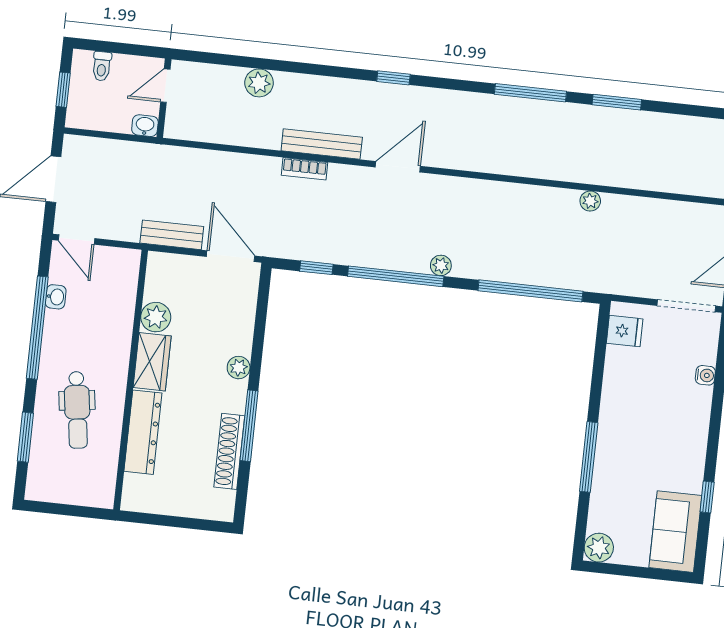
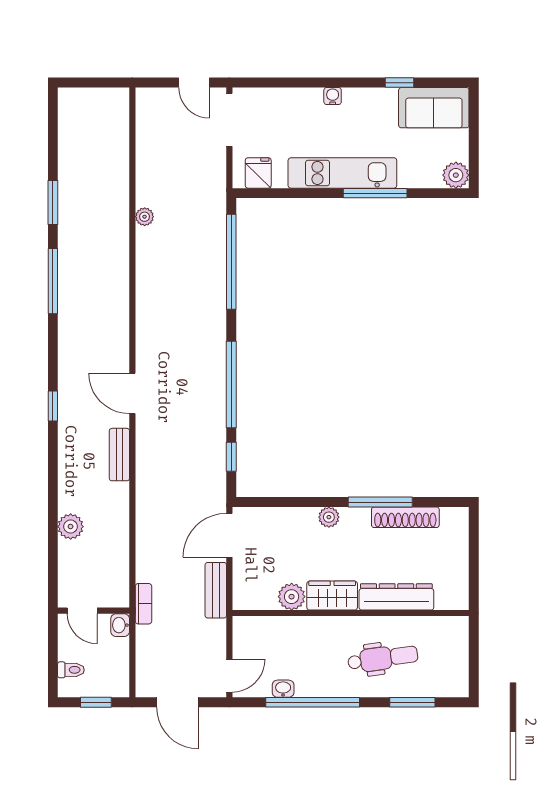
bench: (322, 144) -> (119, 455), width x0.73
bookcase: (305, 169) -> (143, 604), moved
plant: (441, 265) -> (217, 345), removed
water cooler: (705, 375) -> (333, 96), moved
kitchen unit: (615, 423) -> (342, 173), added

